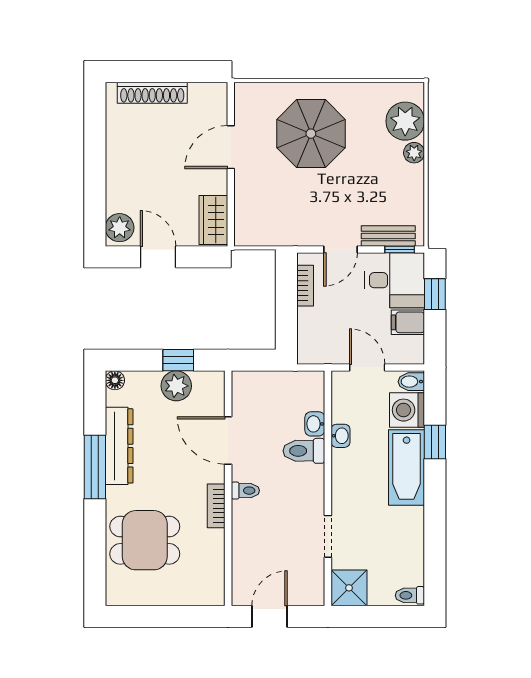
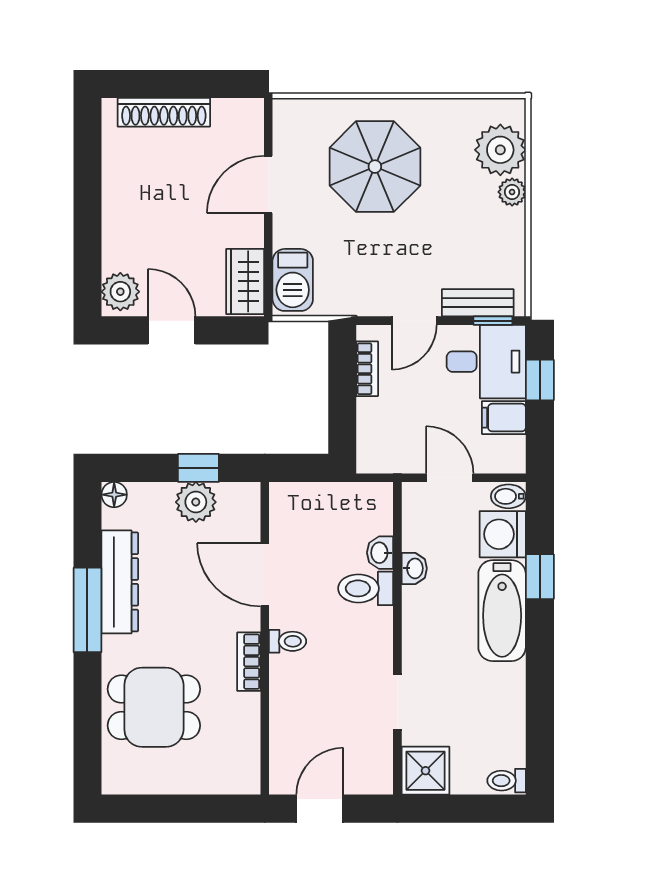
barbecue: (249, 219) -> (293, 280), added

